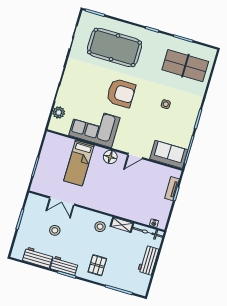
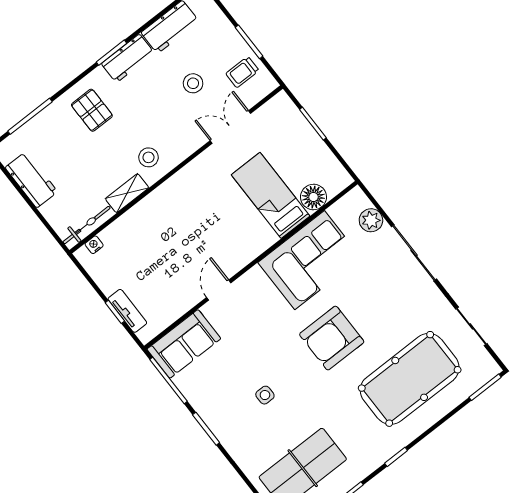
floor lamp: (110, 157) -> (313, 197), moved
trolley: (35, 213) -> (242, 72), added
workbench: (148, 260) -> (31, 180), moved

